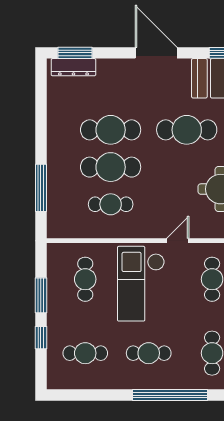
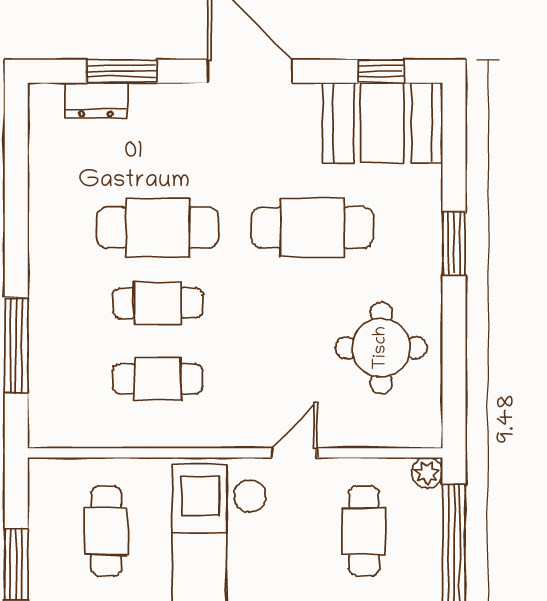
window: (75, 53) -> (122, 71), moved
dresser: (73, 67) -> (96, 100), width x0.70
cafe table: (111, 167) -> (158, 303), width x0.73, depth x0.74

